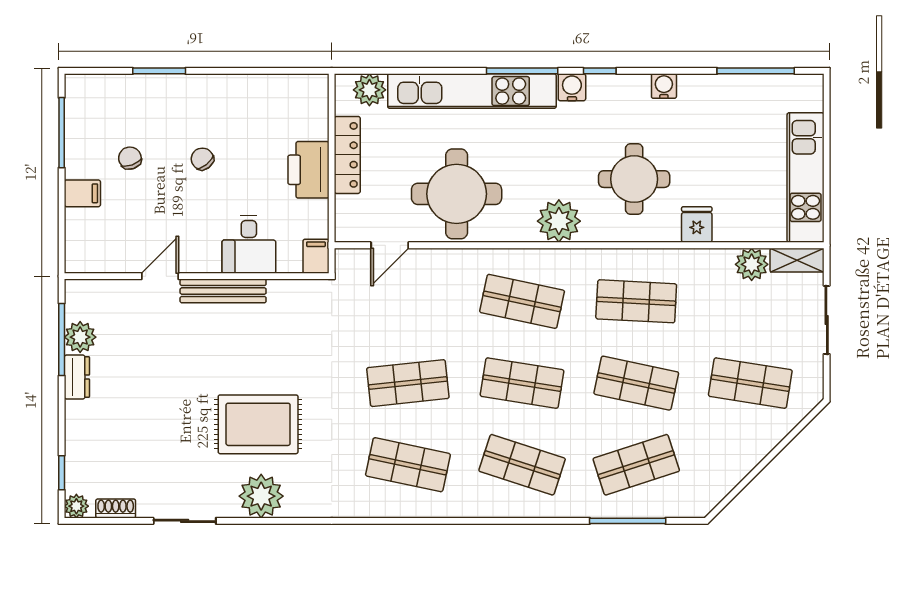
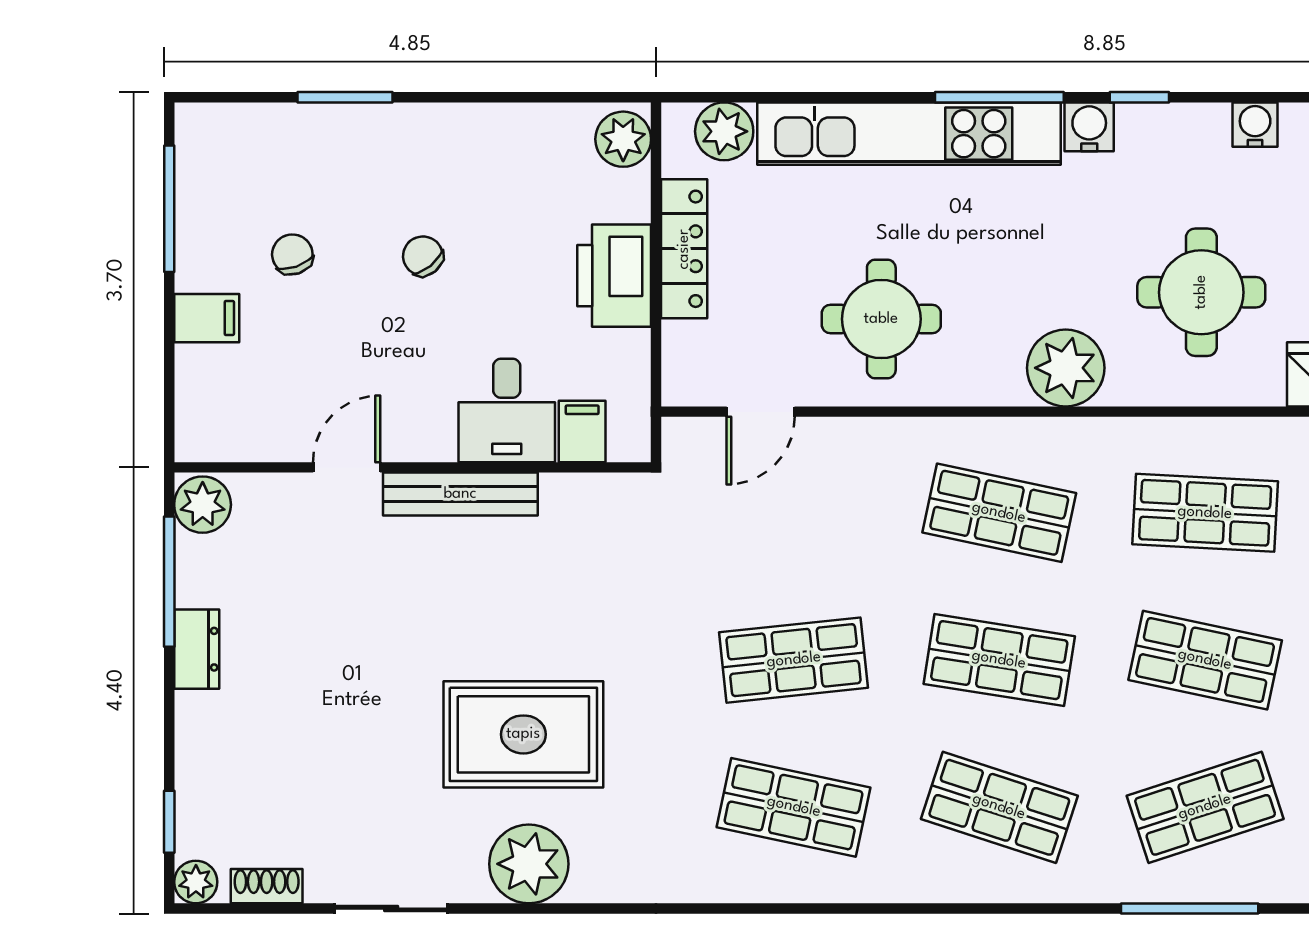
plant: (313, 94) -> (623, 139), added
round table: (457, 194) -> (881, 319), width x0.73, depth x0.73
filing cabinet: (316, 256) -> (582, 431), moved
plant: (80, 337) -> (203, 505), moved

